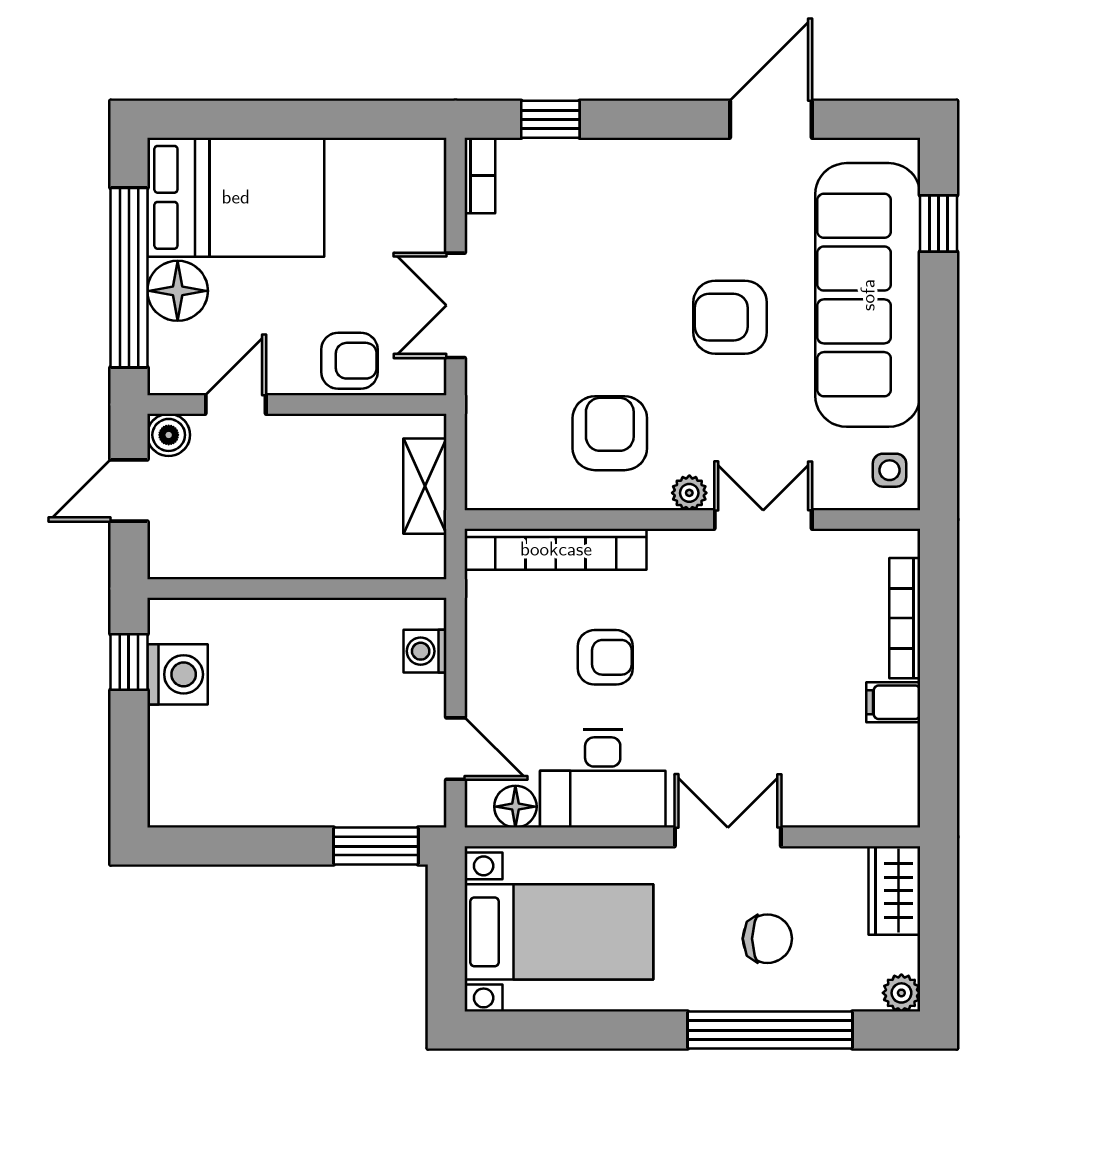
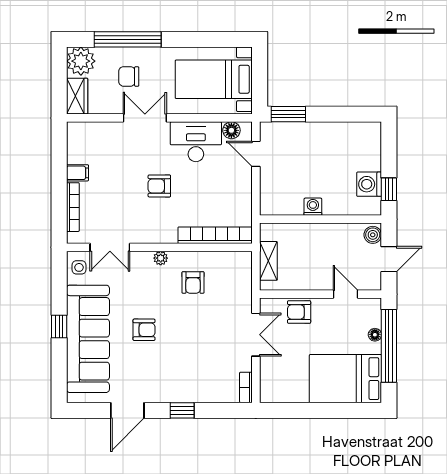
window: (550, 119) -> (182, 410), moved
window: (938, 223) -> (59, 327), moved
floor lamp: (178, 291) -> (375, 335), width x0.53, depth x0.53
armchair: (730, 317) -> (144, 330), width x0.72, depth x0.72
door: (236, 404) -> (345, 294), swing flipped
armchair: (610, 433) -> (193, 282), width x0.72, depth x0.72
boiler: (169, 435) -> (373, 235), moved
double door: (763, 519) -> (110, 247), moved
washing machine: (425, 651) -> (313, 207), moved, turned -90
armchair: (605, 657) -> (159, 186), moved
double door: (728, 837) -> (145, 118), swing flipped
plant: (901, 993) -> (81, 61), width x1.87, depth x1.87

